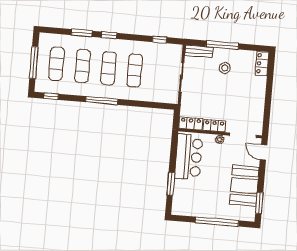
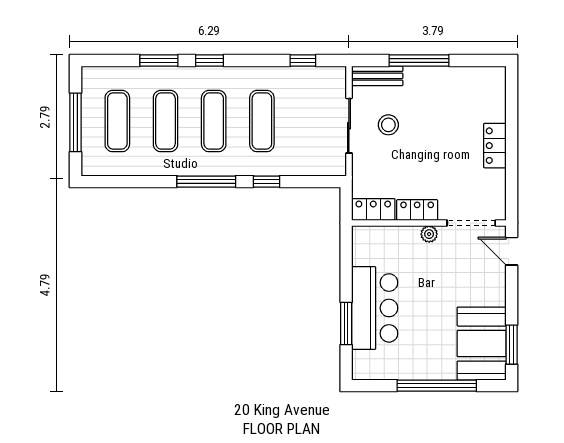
locker: (262, 63) -> (495, 146), moved
stool: (225, 68) -> (388, 125), moved
window: (51, 96) -> (267, 182), moved
bar counter: (189, 157) -> (375, 308), moved
booth: (244, 186) -> (482, 344), moved

